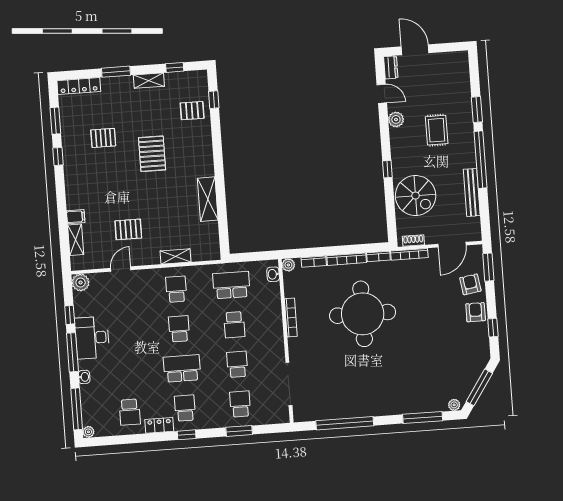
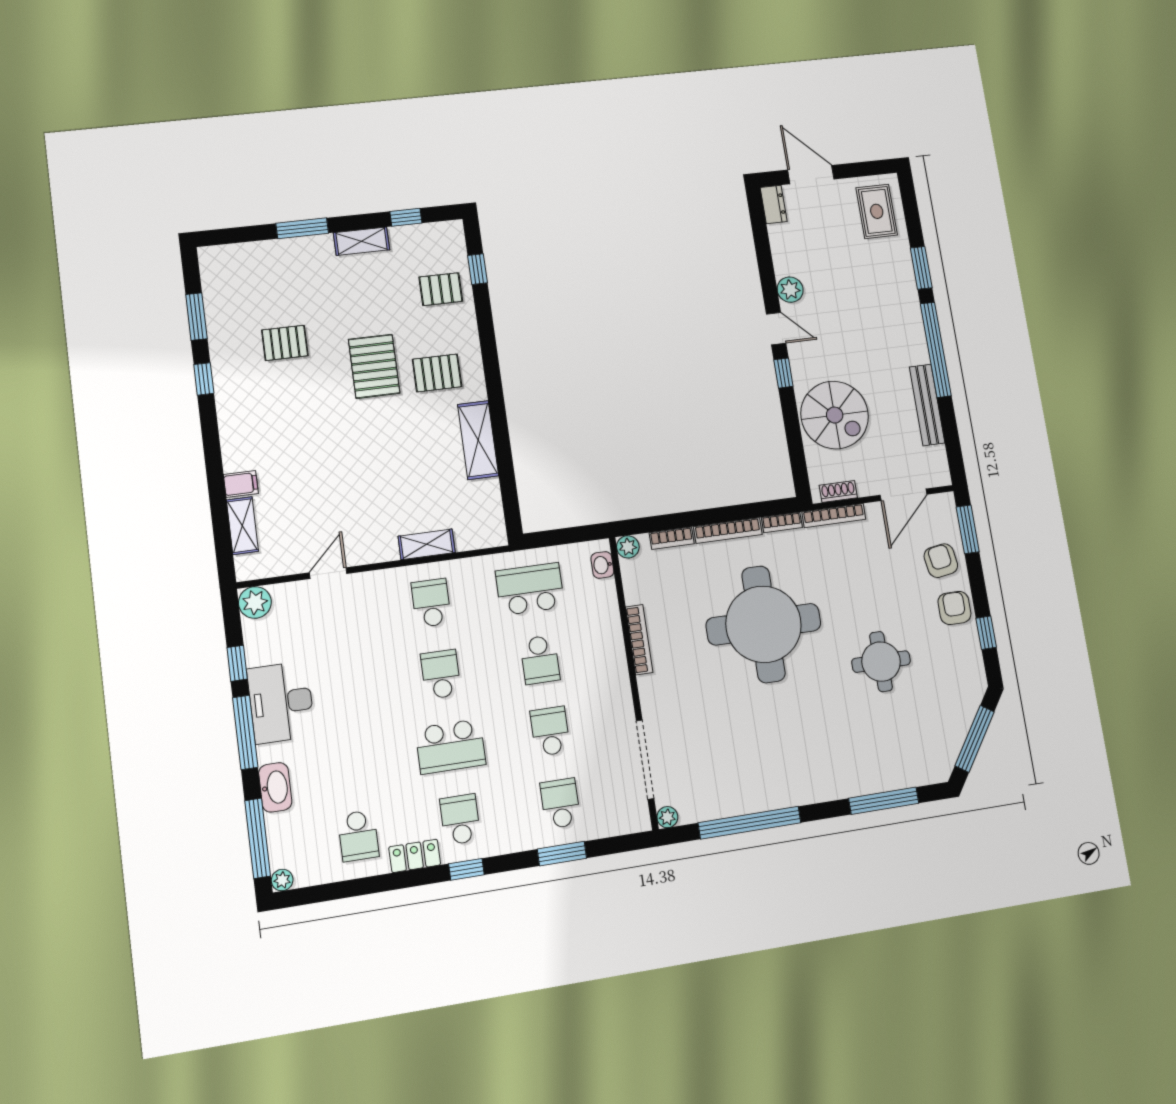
locker: (79, 86) -> (237, 255), removed
door: (382, 94) -> (776, 329), moved
rug: (437, 130) -> (877, 211), moved
pallet: (128, 229) -> (437, 373), moved
round table: (429, 340) -> (881, 662), added
school desk: (182, 368) -> (450, 746), turned 180
washbasin: (84, 377) -> (275, 787), width x1.91, depth x1.45
plant: (454, 405) -> (667, 817), moved

